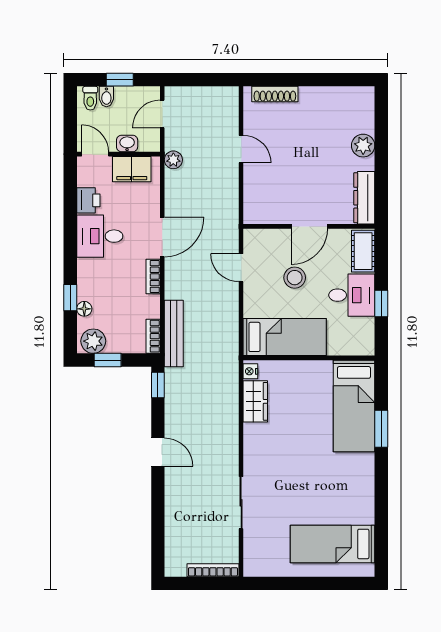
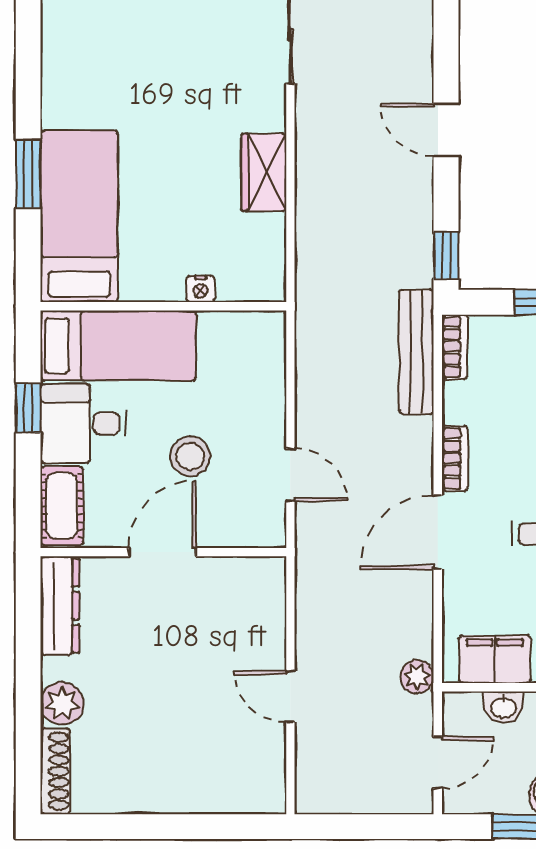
shoe rack: (275, 94) -> (55, 771), moved, turned 90
bed: (285, 337) -> (118, 346), moved, turned 180
nightstand: (250, 371) -> (200, 289), moved, turned 90
wardrobe: (255, 401) -> (264, 172), moved

